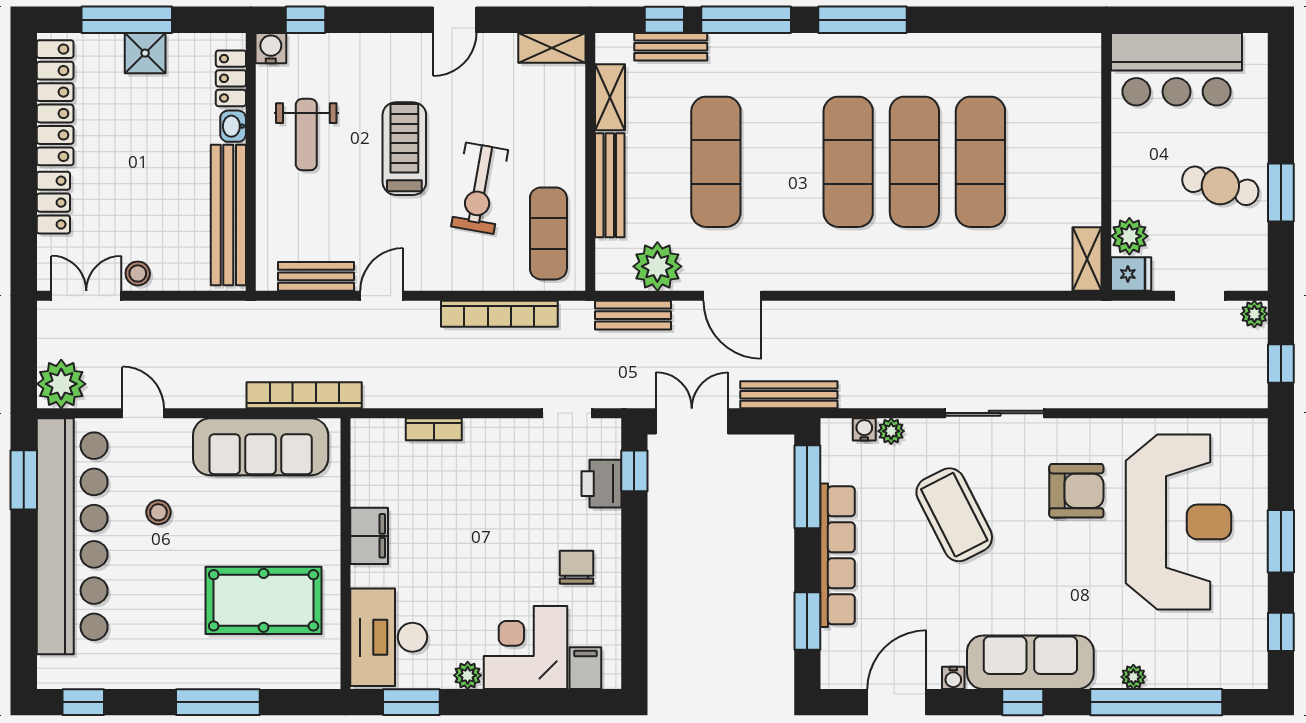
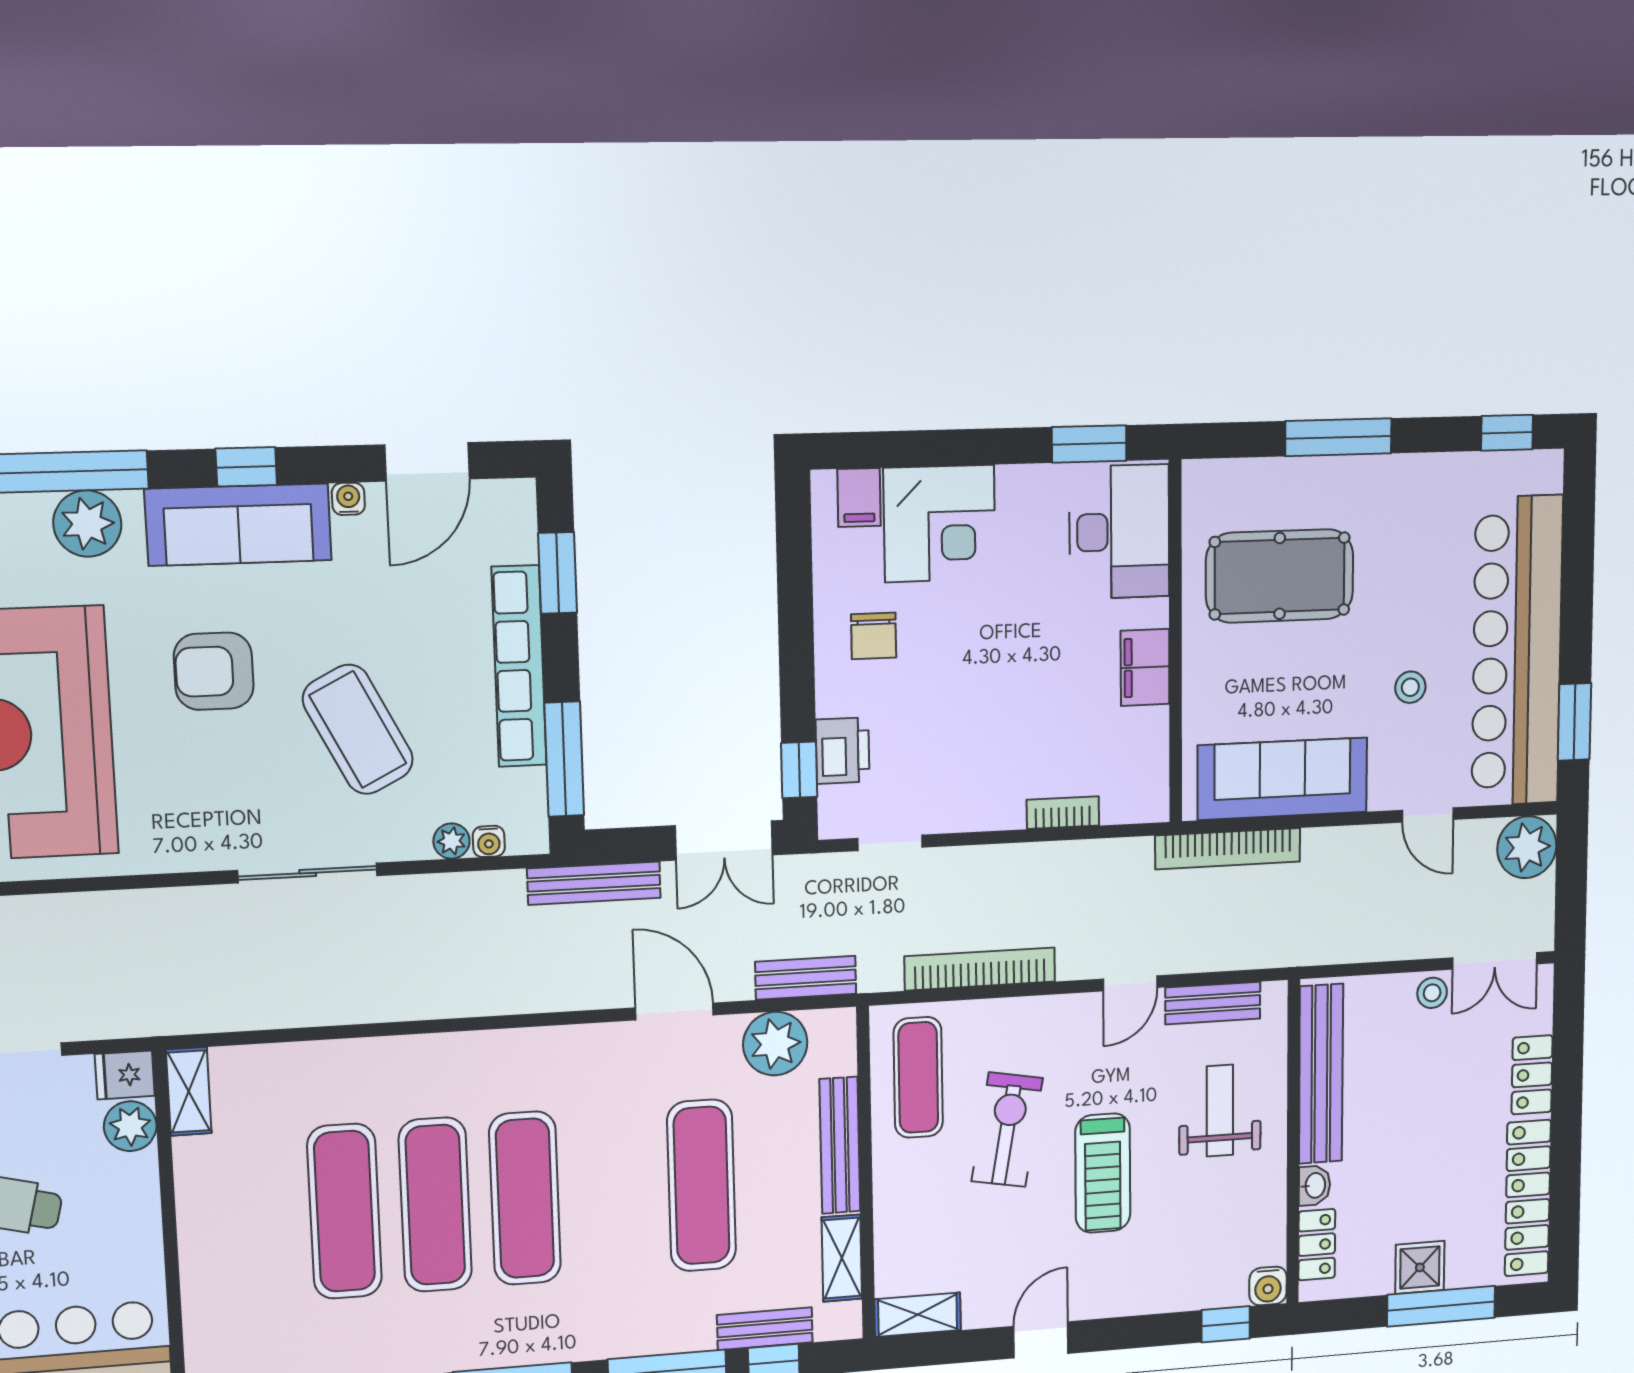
weight bench: (306, 135) -> (1220, 1111), moved
armchair: (1076, 491) -> (214, 671), moved
plant: (468, 675) -> (1016, 483), removed
plant: (1133, 677) -> (87, 524), width x1.87, depth x1.87

